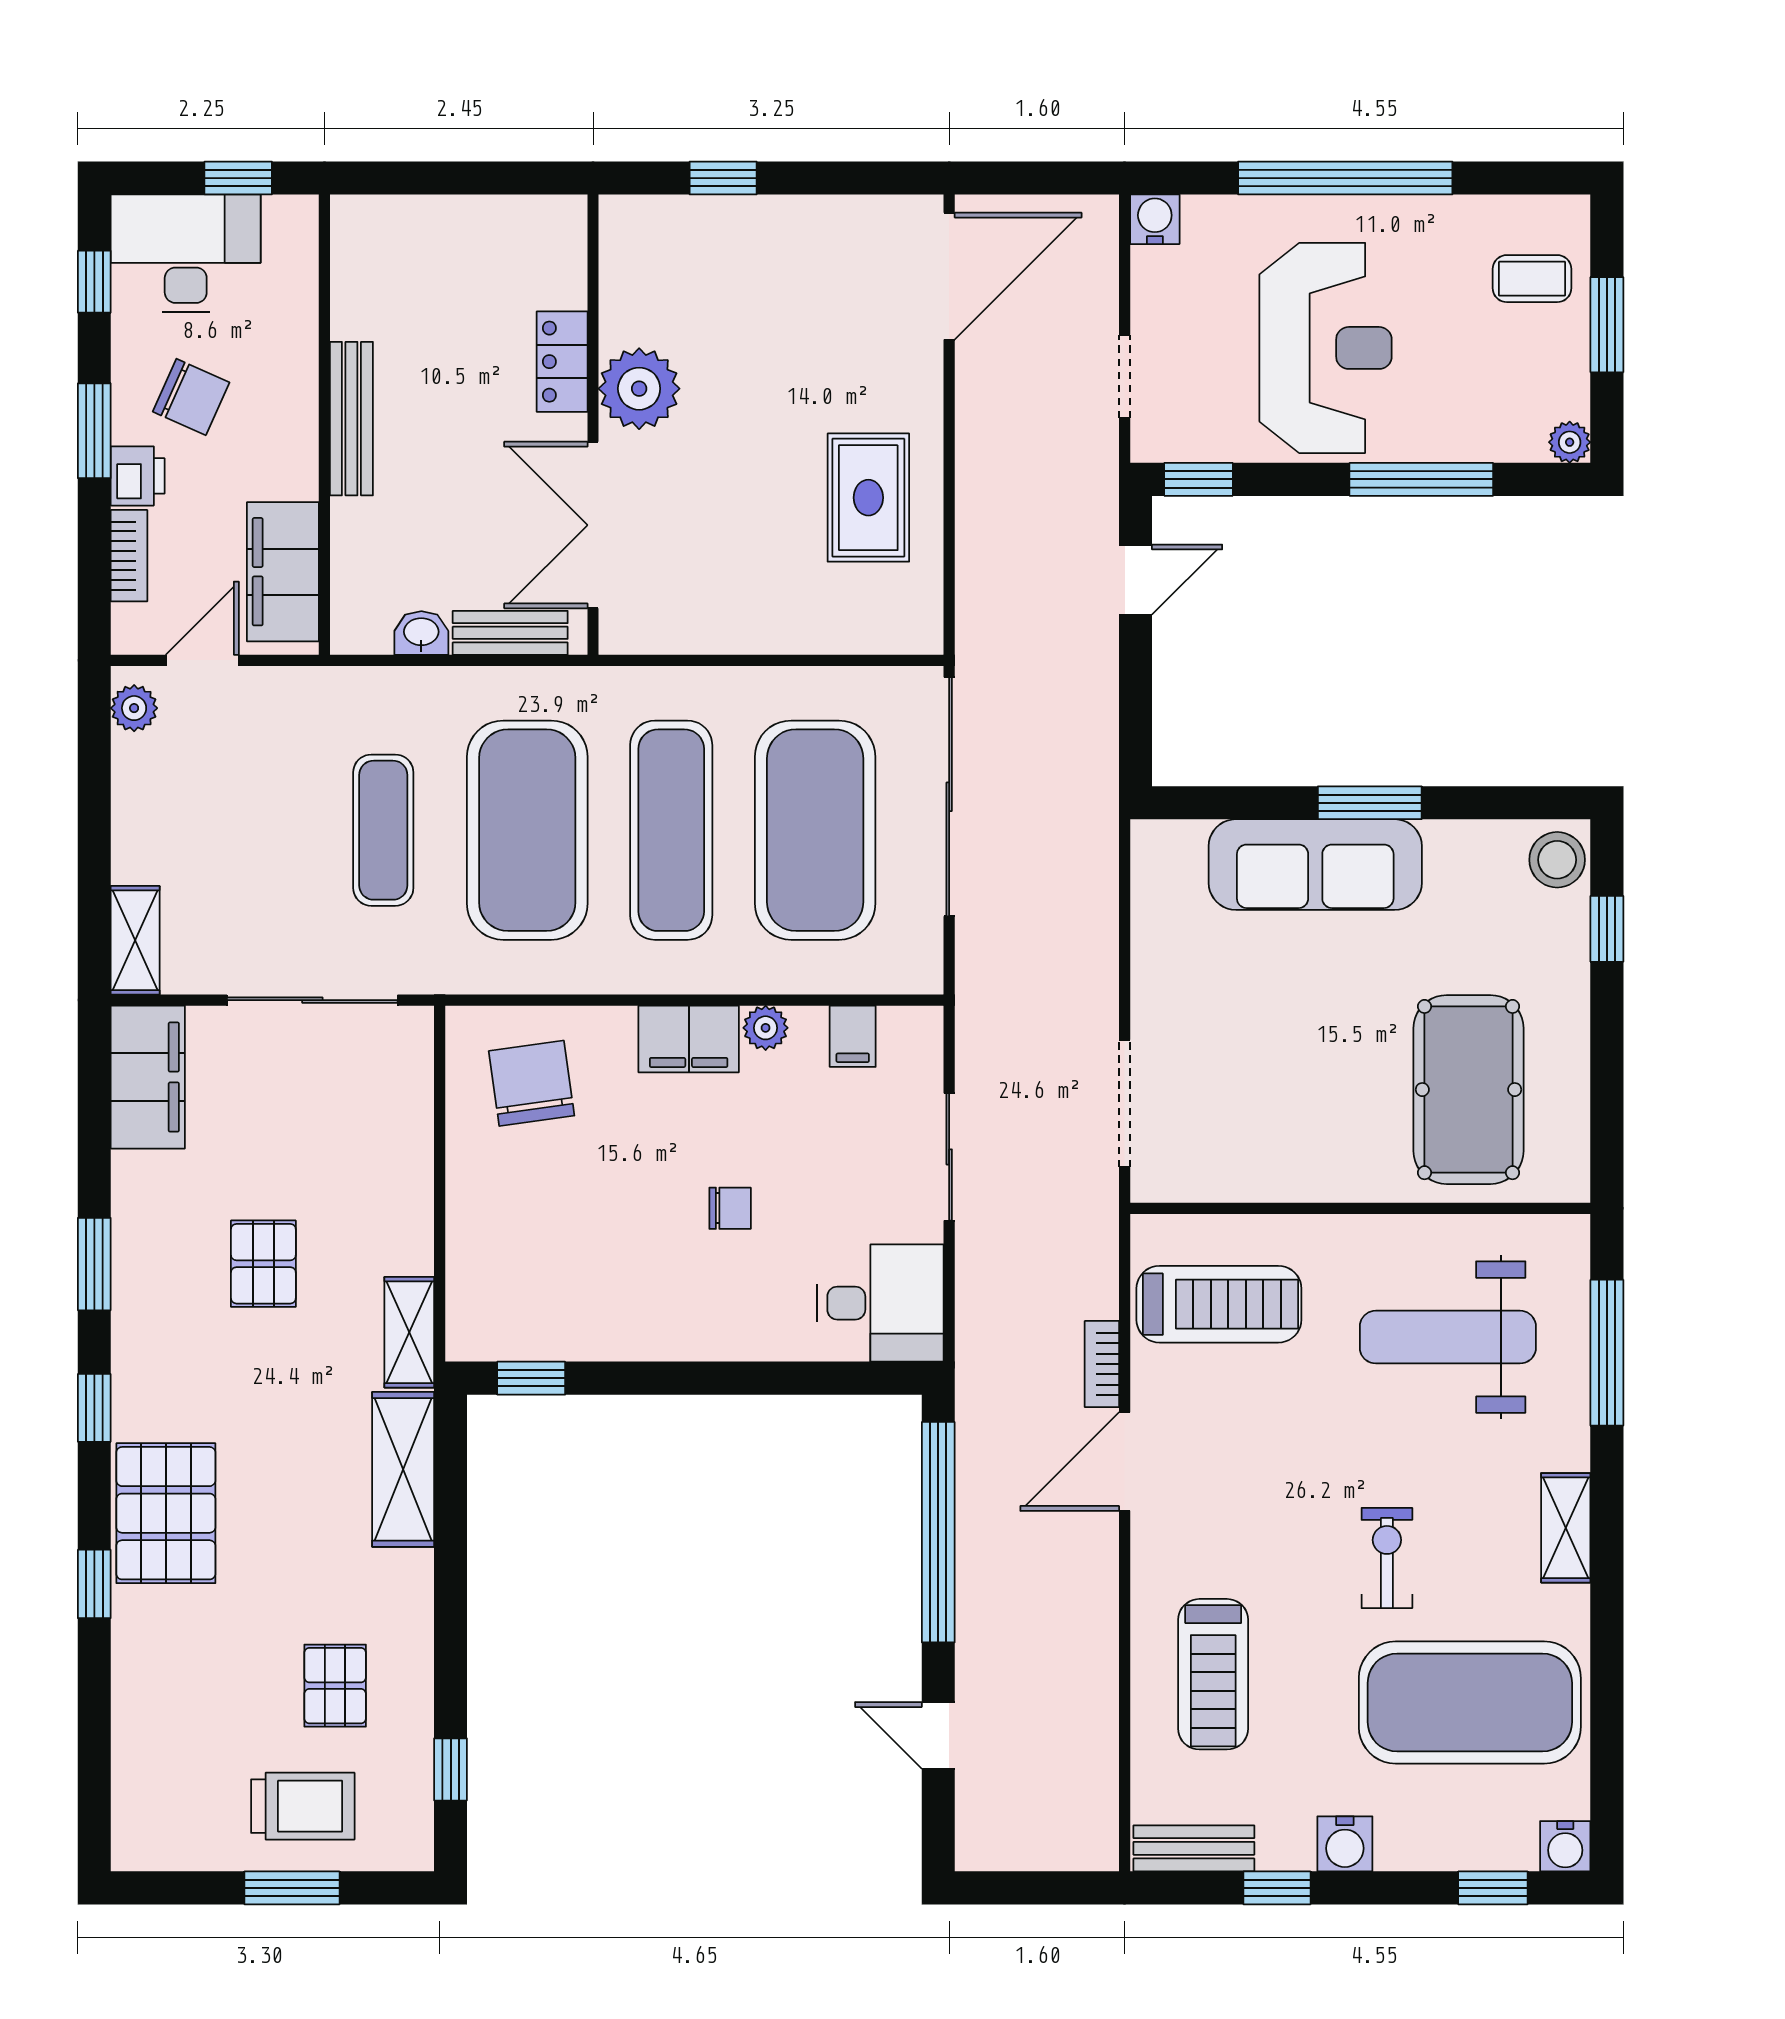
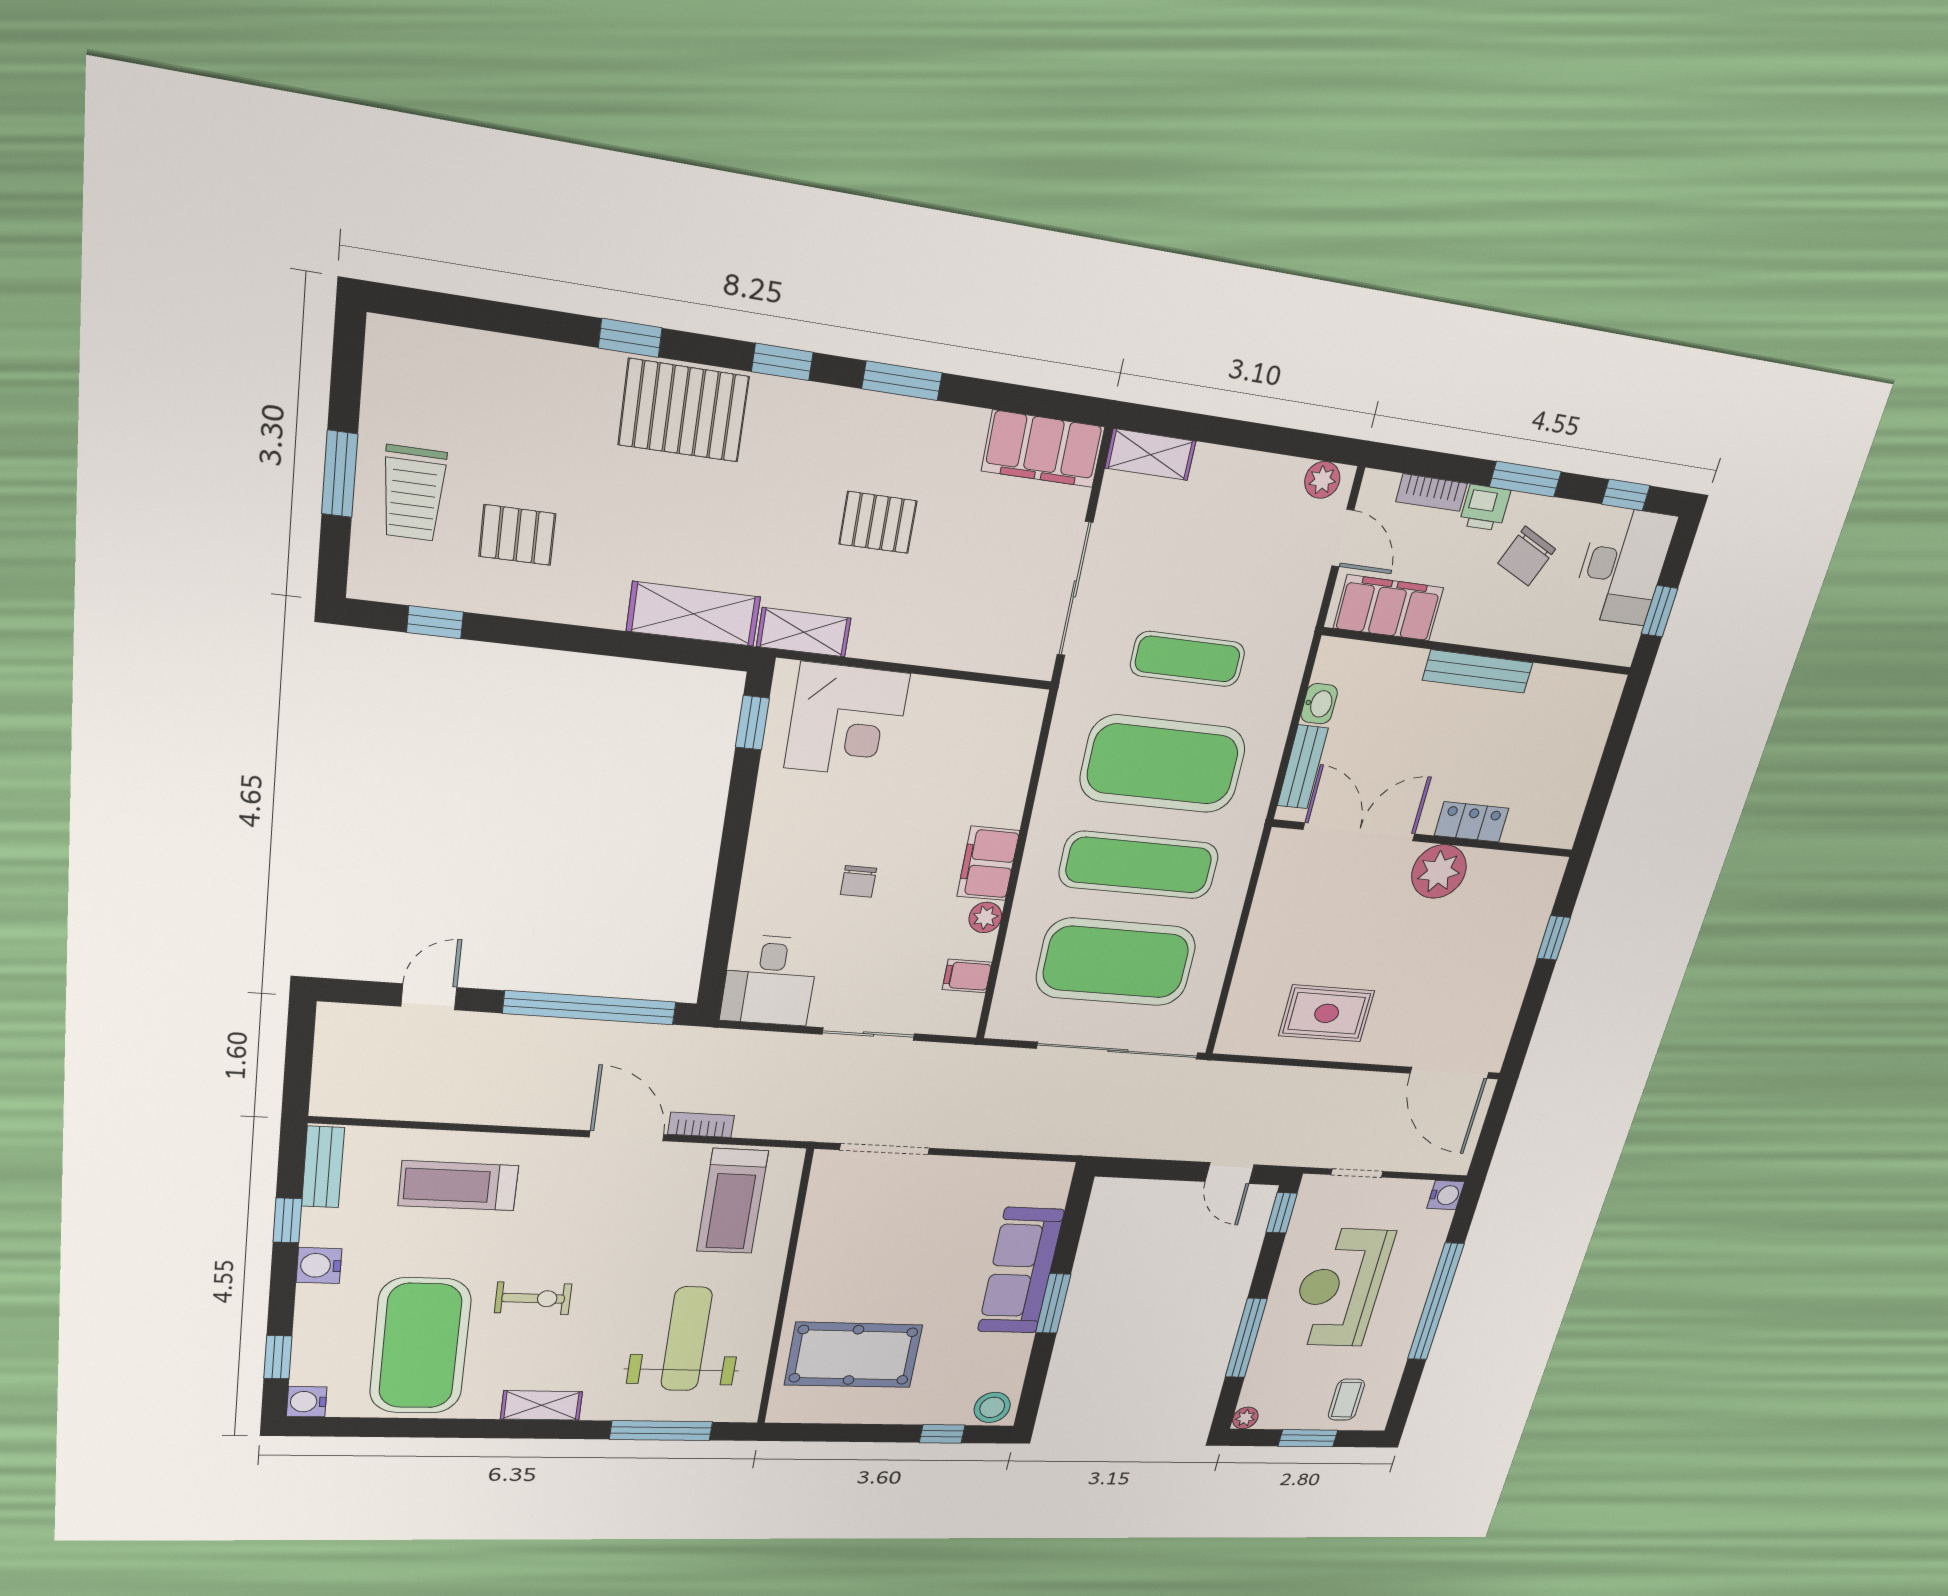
reception desk: (1326, 348) -> (1340, 1288), turned 90
chair: (532, 1083) -> (979, 747), removed
corner desk: (515, 1260) -> (847, 721), added

